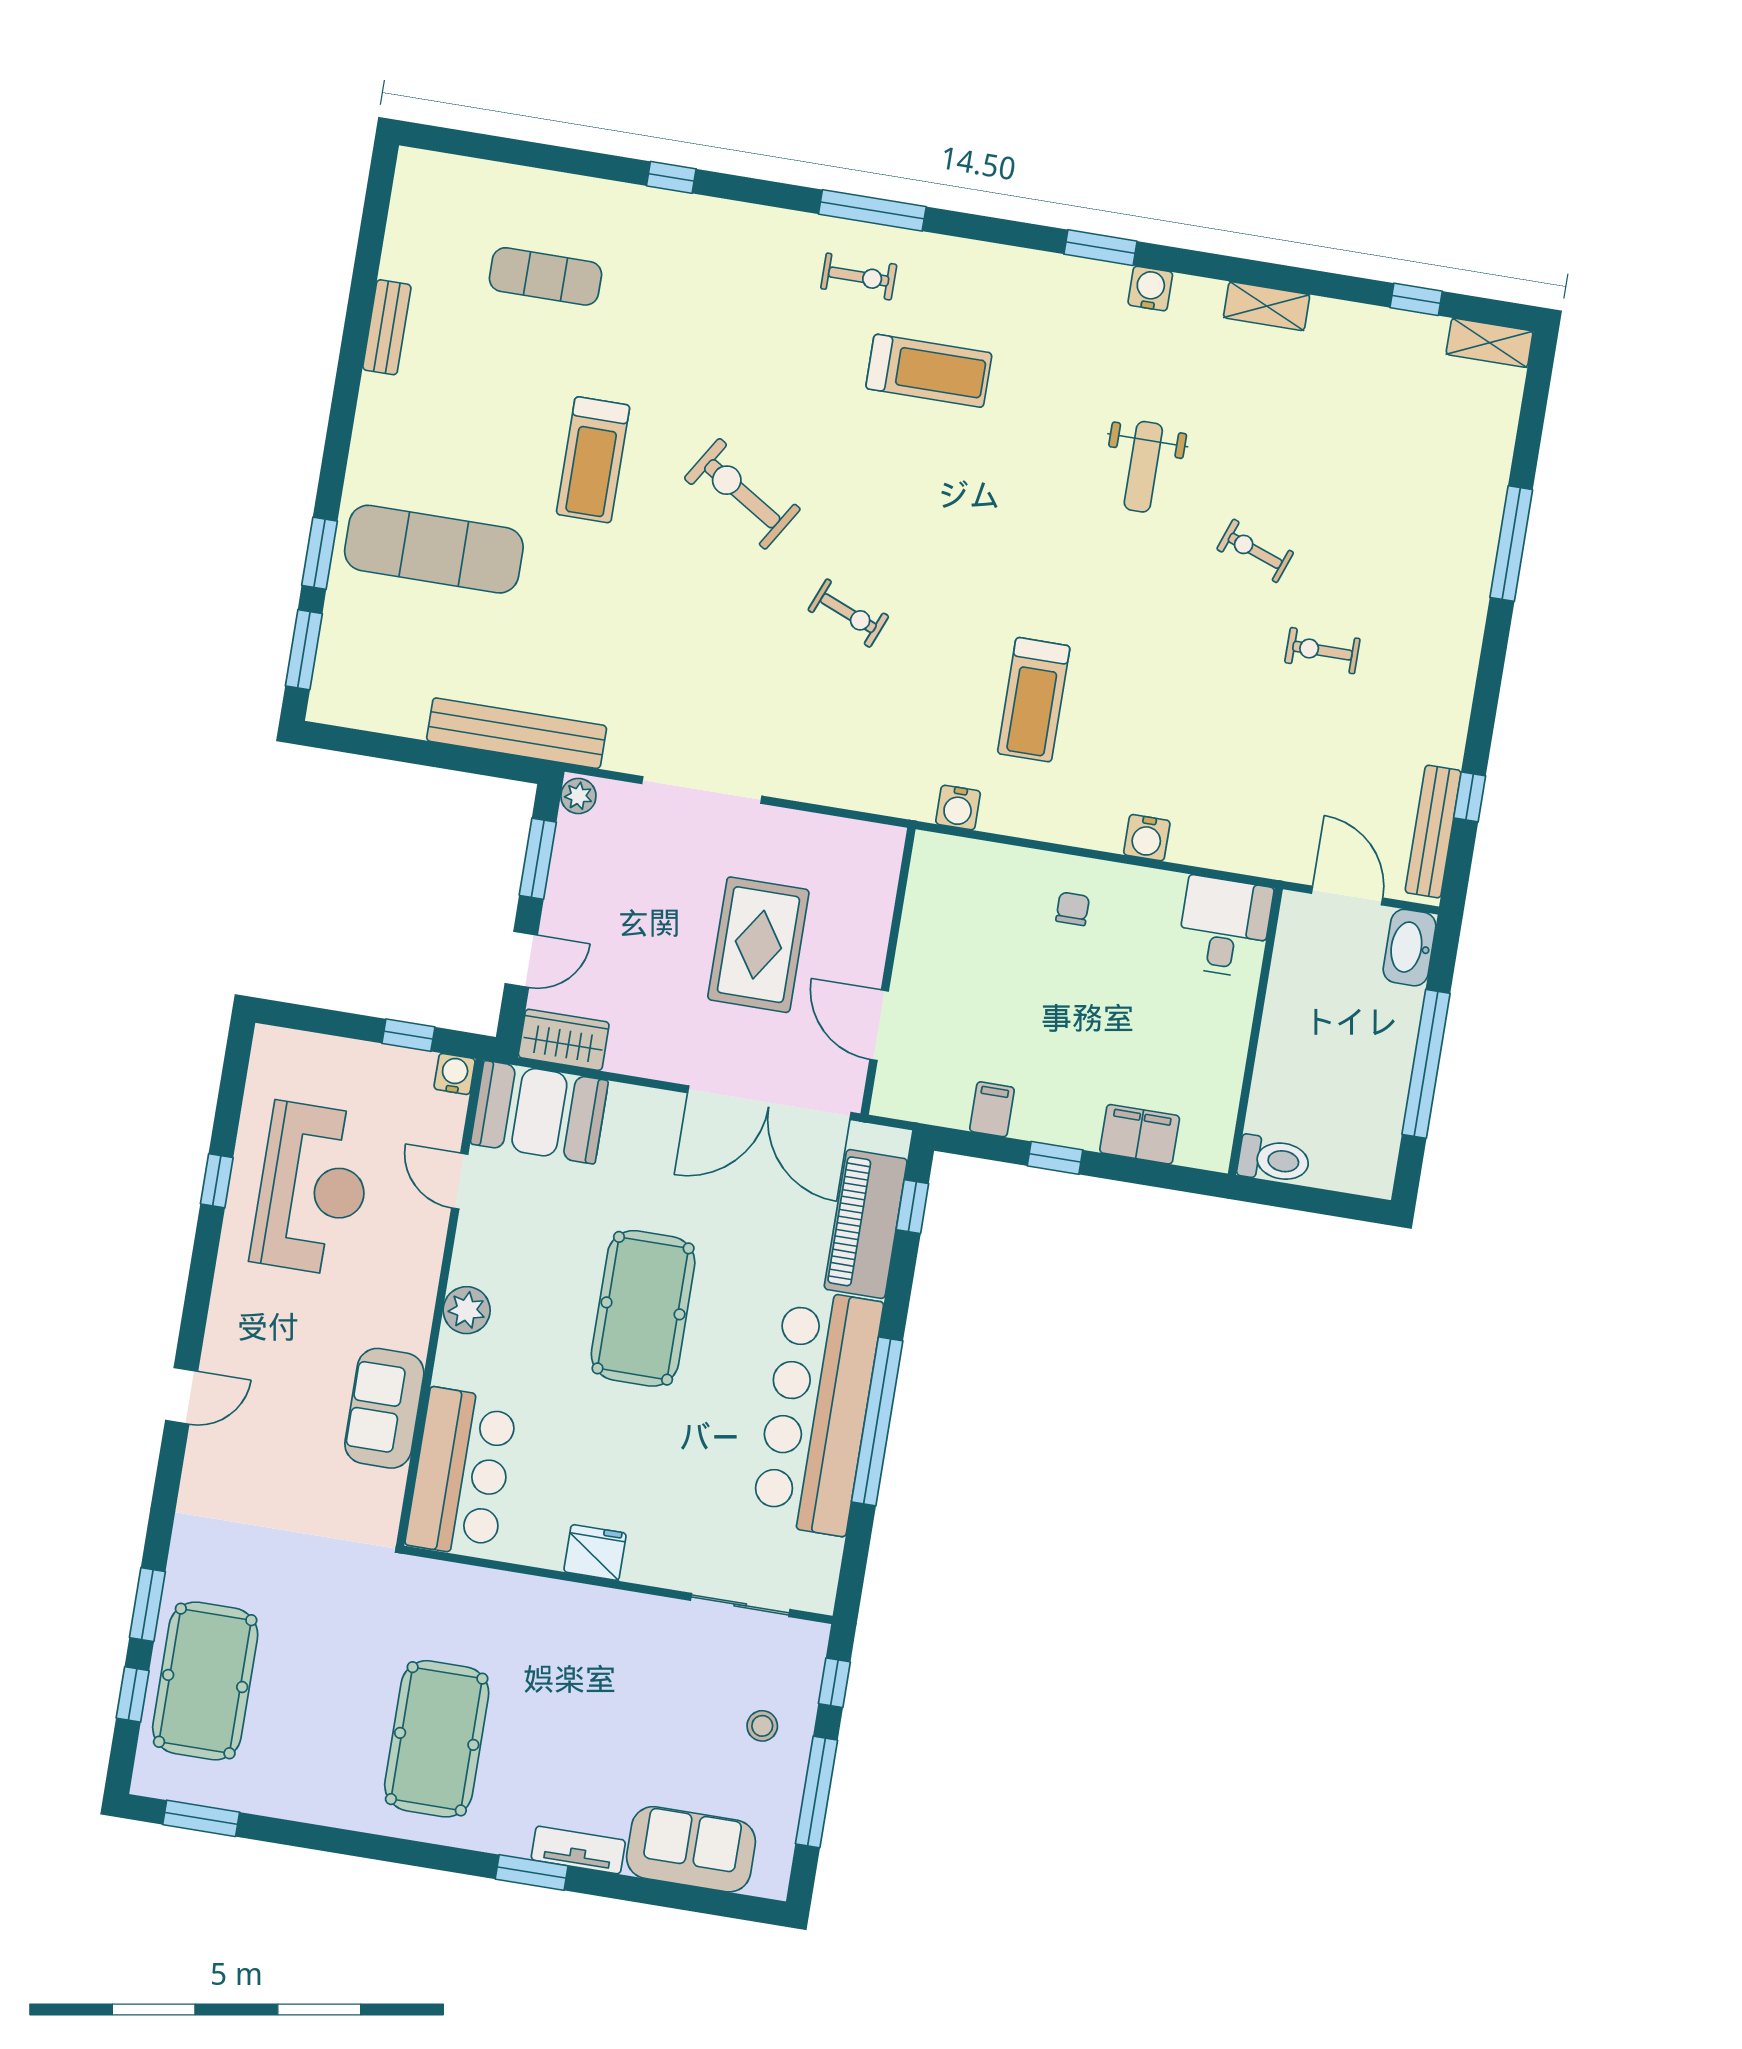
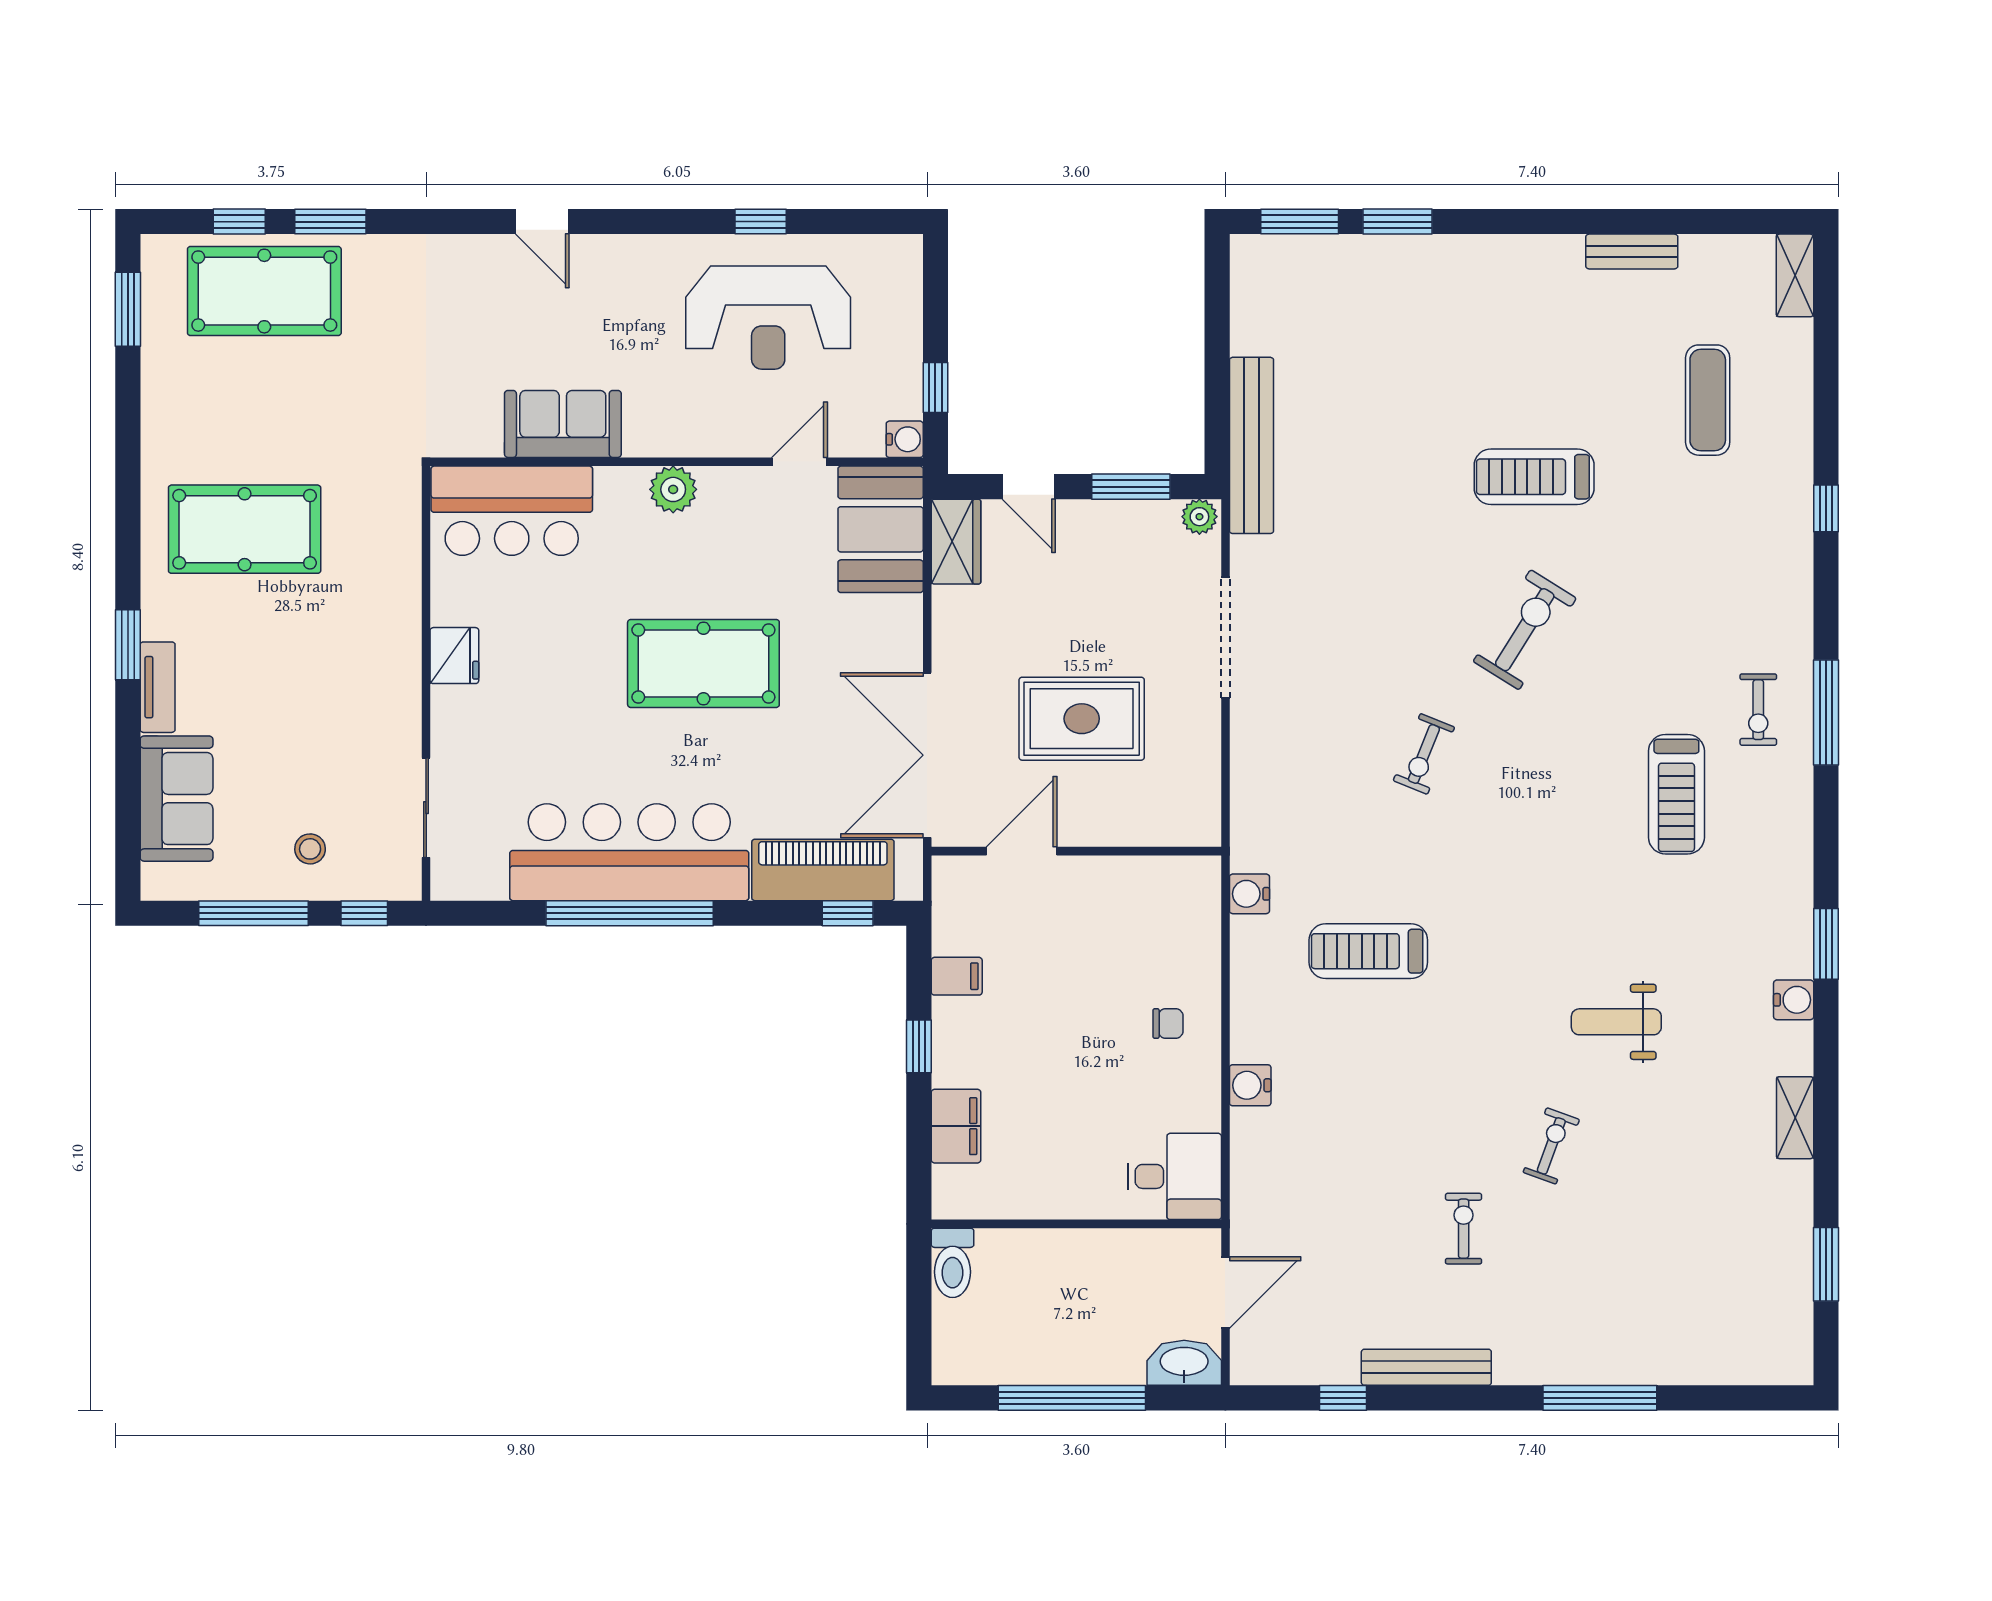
window: (1416, 299) -> (1826, 1264), width x1.50
shelving: (1490, 343) -> (1795, 275), moved
exercise mat: (434, 549) -> (1420, 334), removed
bench: (1433, 832) -> (1426, 1367), moved

